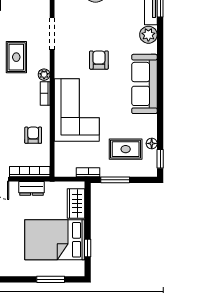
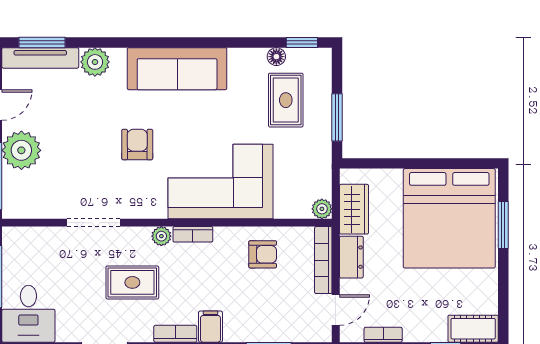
armchair: (99, 60) -> (137, 145), turned 90
armchair: (33, 135) -> (263, 254), turned 180
plant: (60, 171) -> (322, 209), added
bookcase: (88, 172) -> (324, 163), removed
wardrobe: (76, 203) -> (354, 209), moved, turned -90
bed: (55, 240) -> (449, 218), width x1.36
window: (88, 248) -> (451, 163), removed

